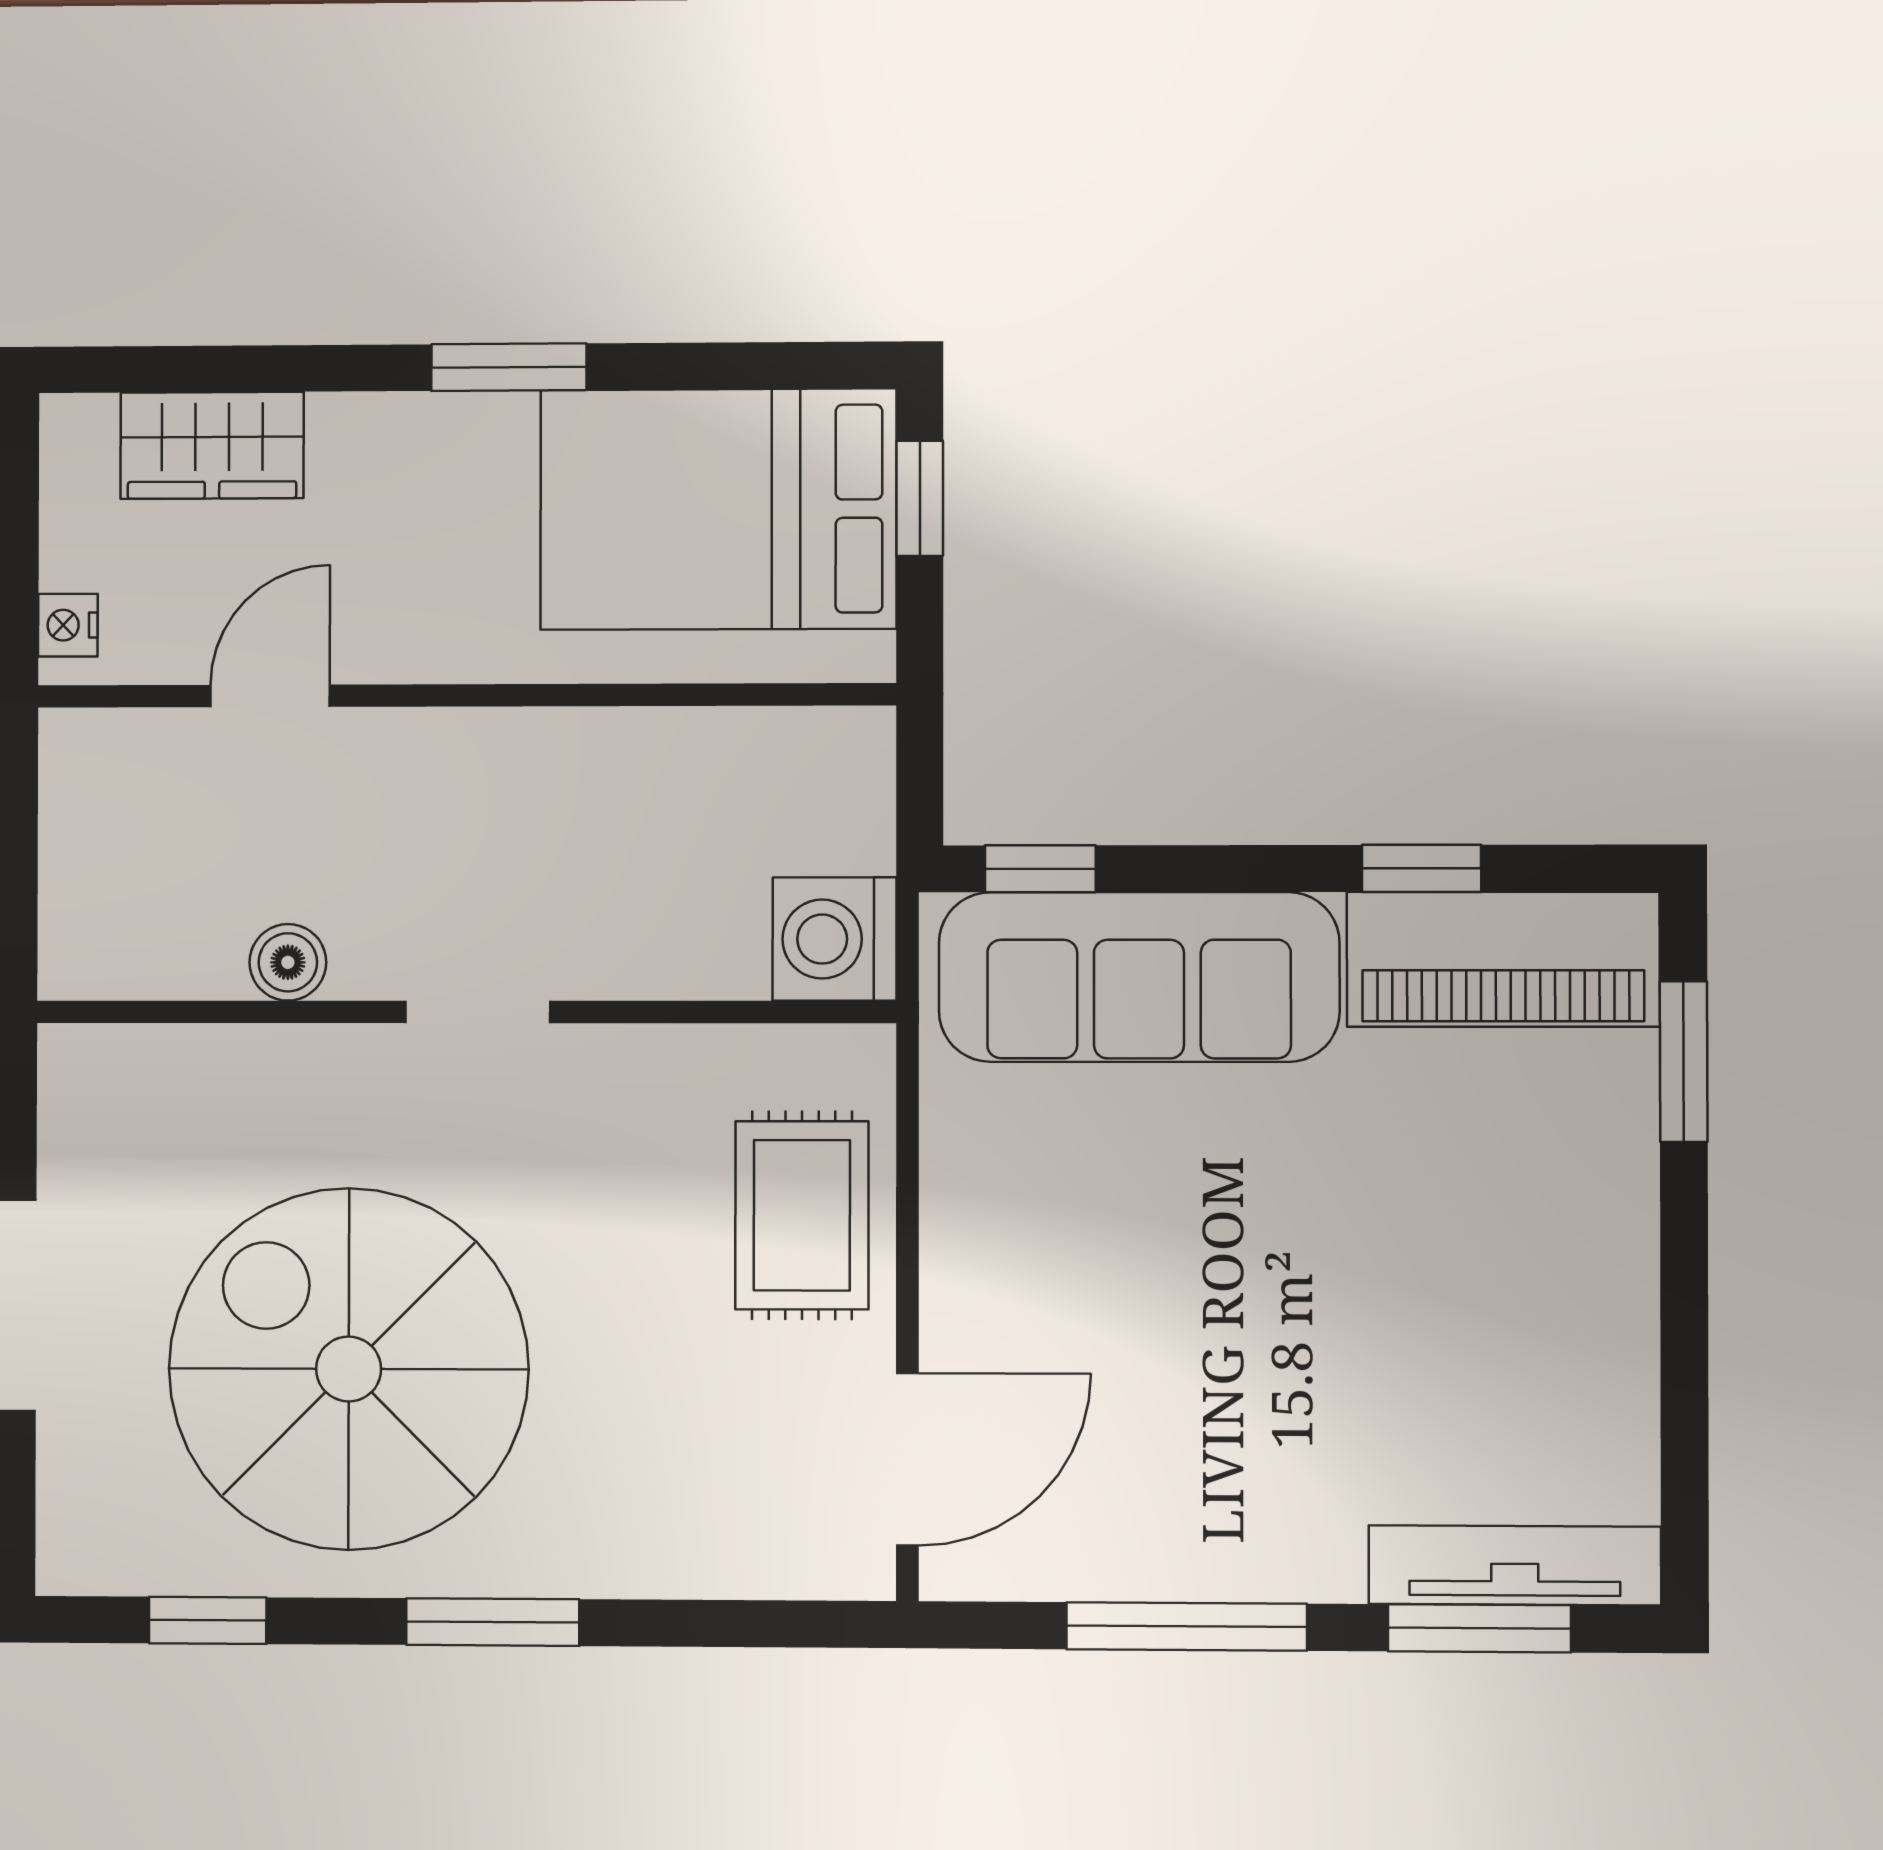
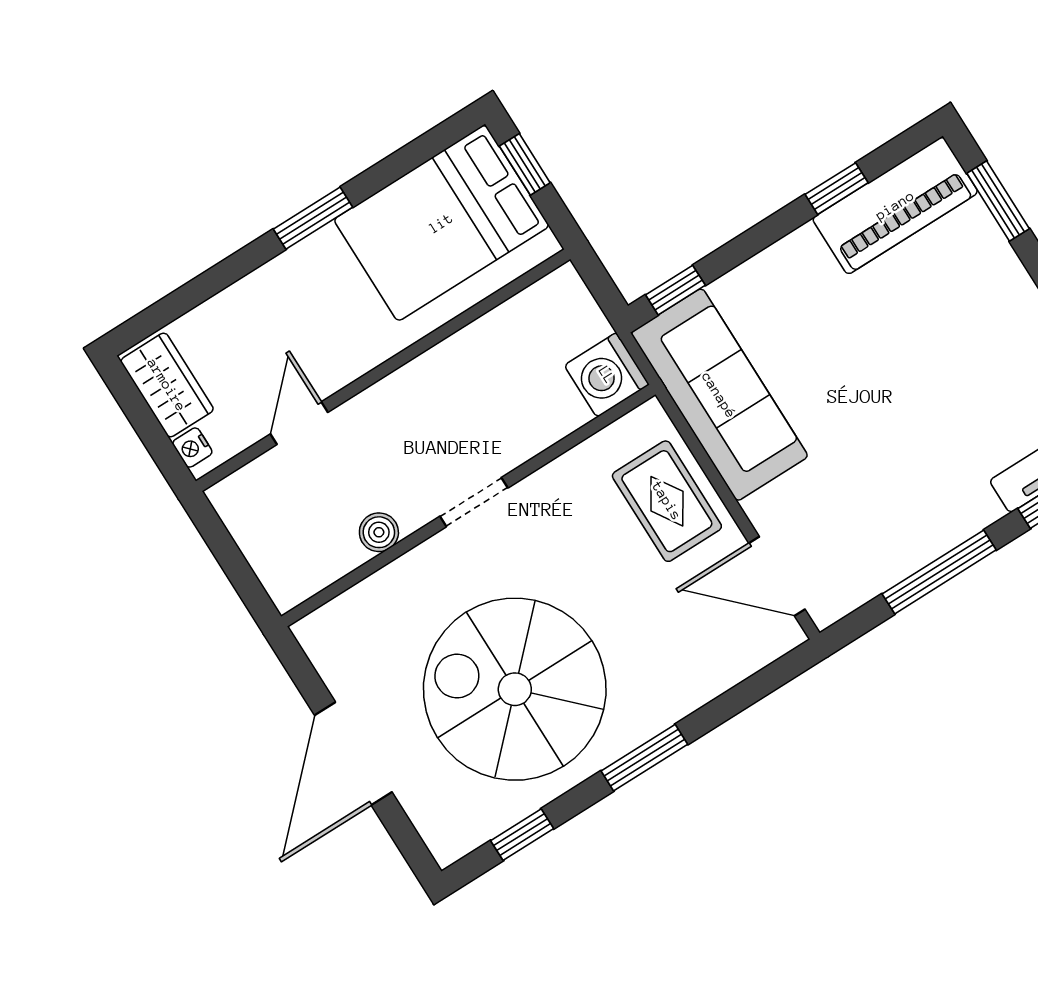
wardrobe: (212, 445) -> (167, 385), moved, turned -90
sofa: (1139, 977) -> (719, 395), moved, turned -90
door: (907, 1459) -> (777, 576), swing flipped

